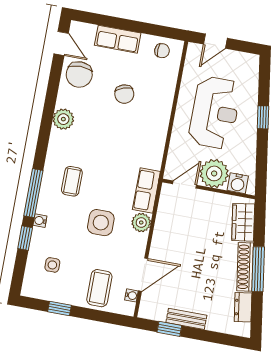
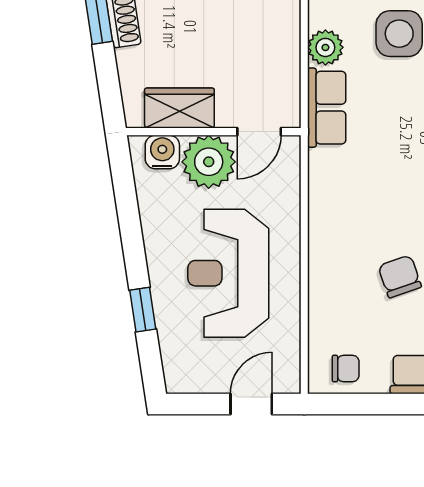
chair: (162, 51) -> (346, 369), turned 180
window: (263, 117) -> (143, 310), moved
wardrobe: (243, 222) -> (179, 108), moved, turned -81

